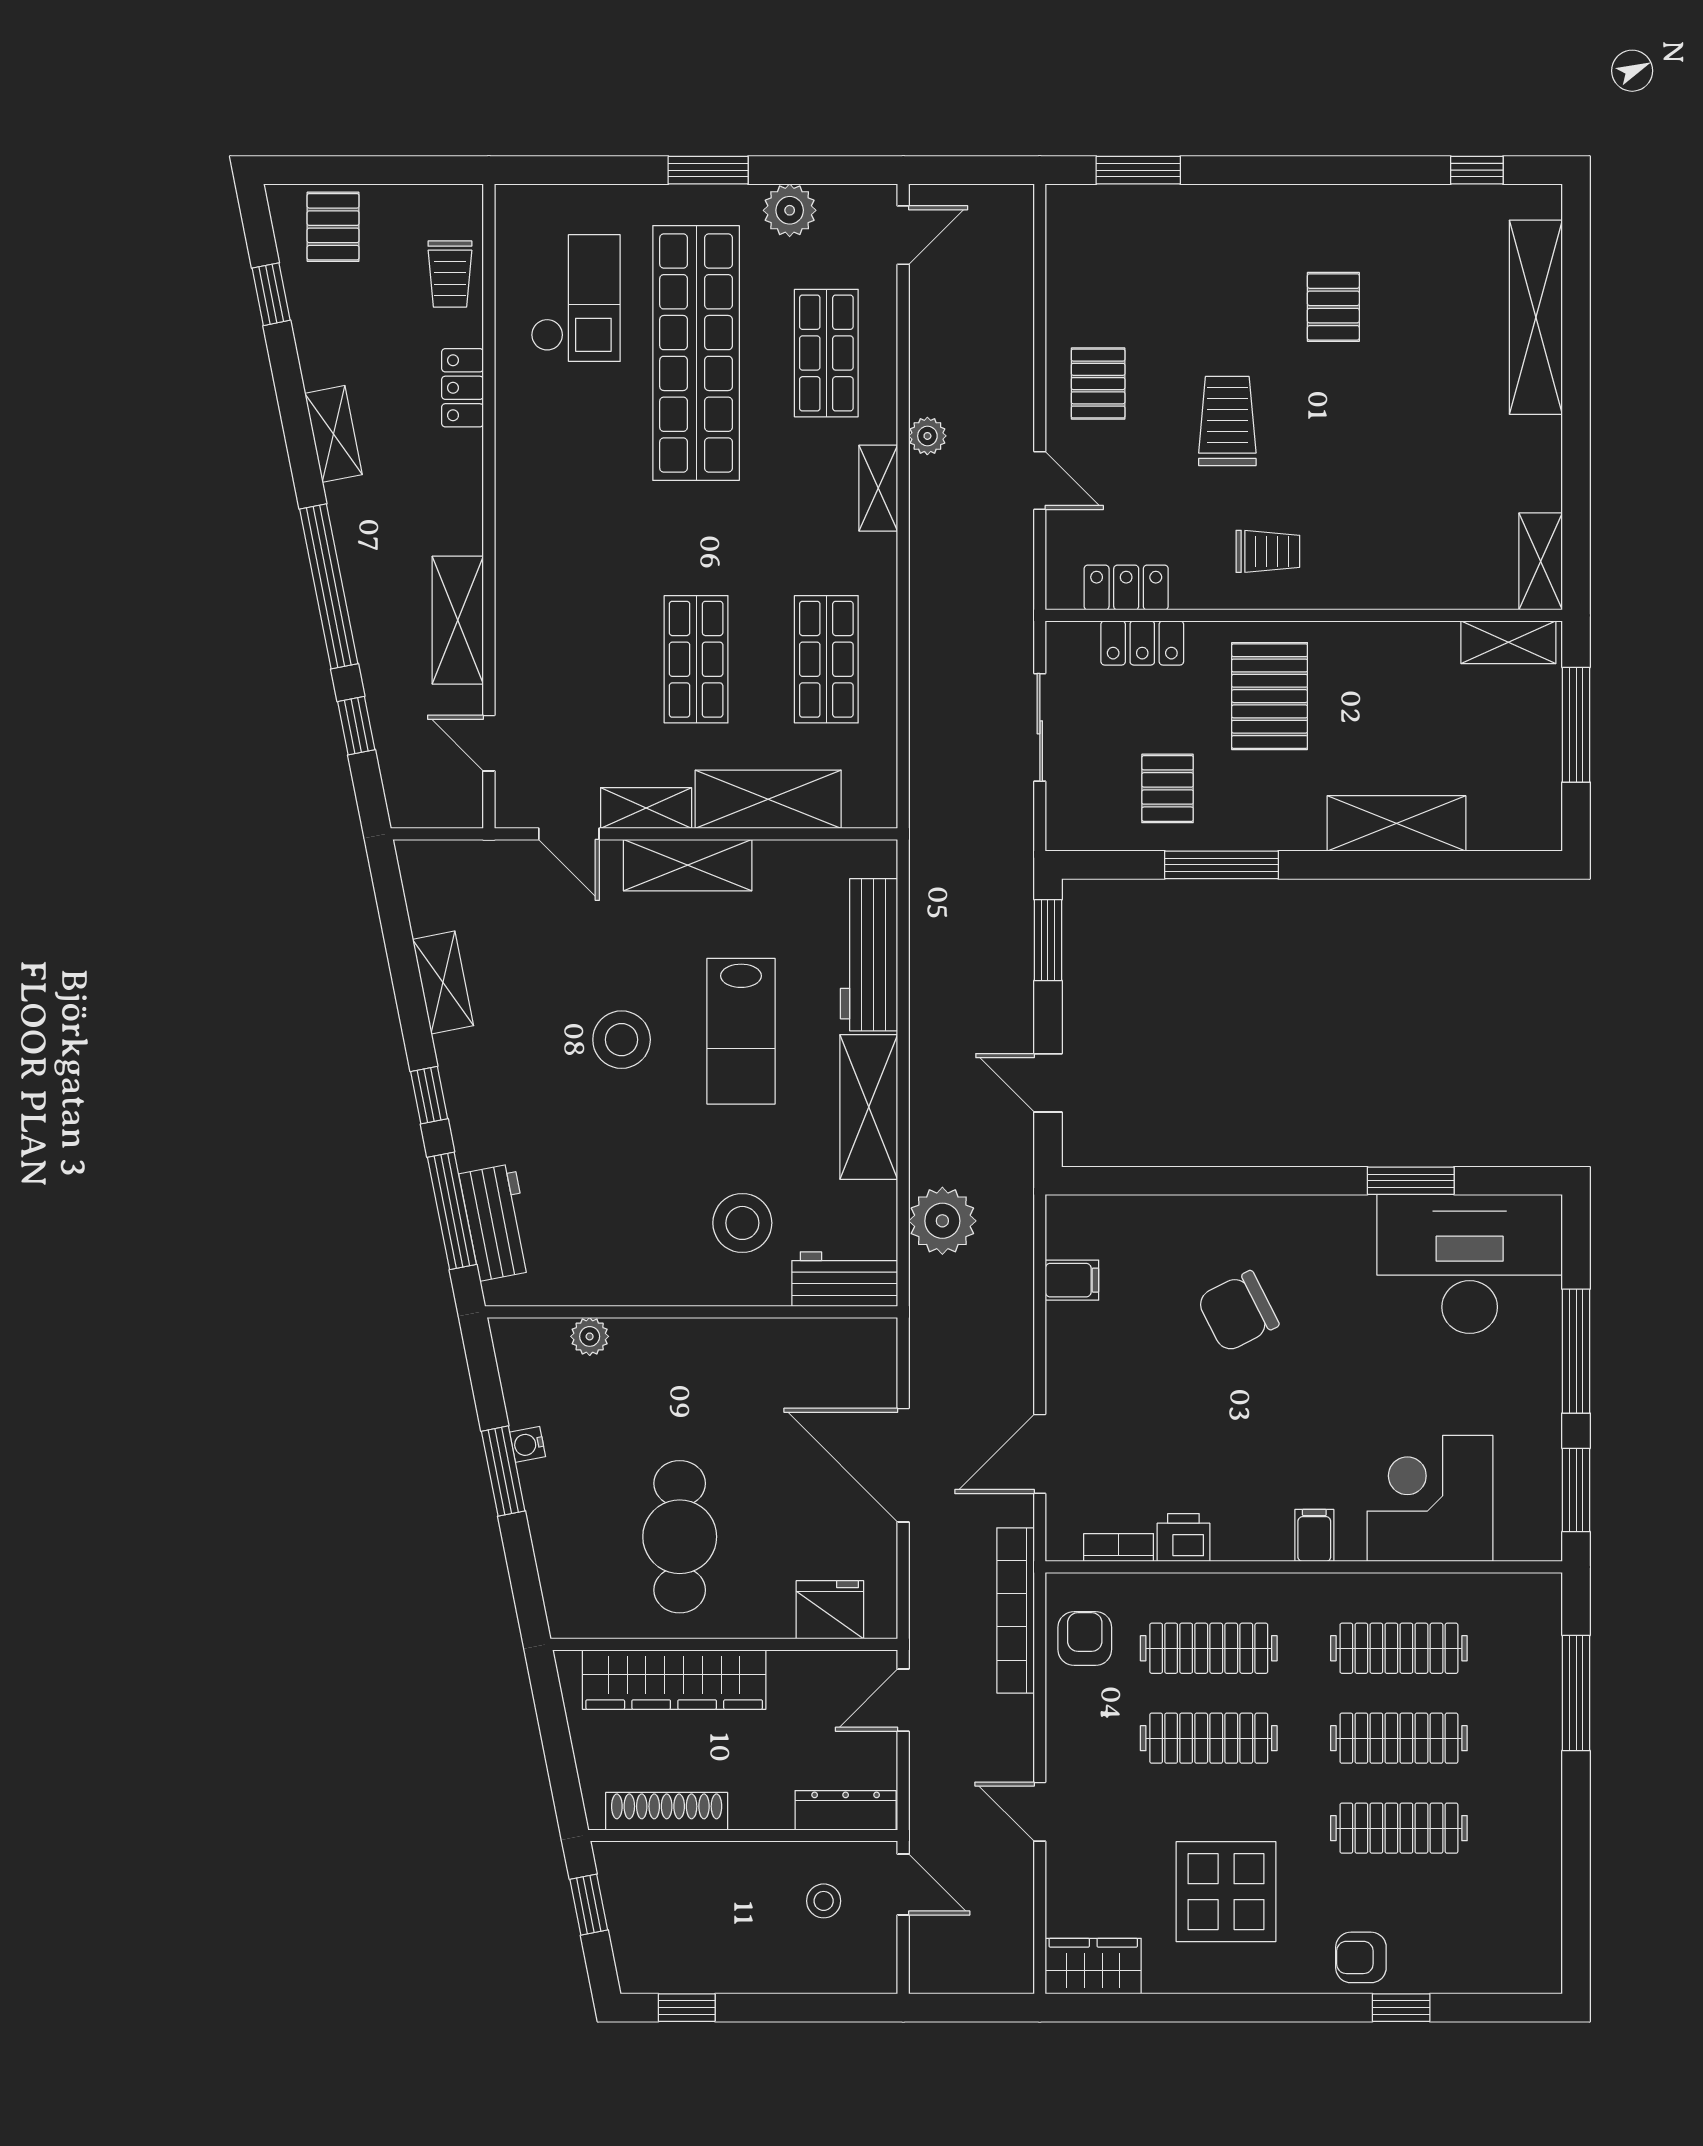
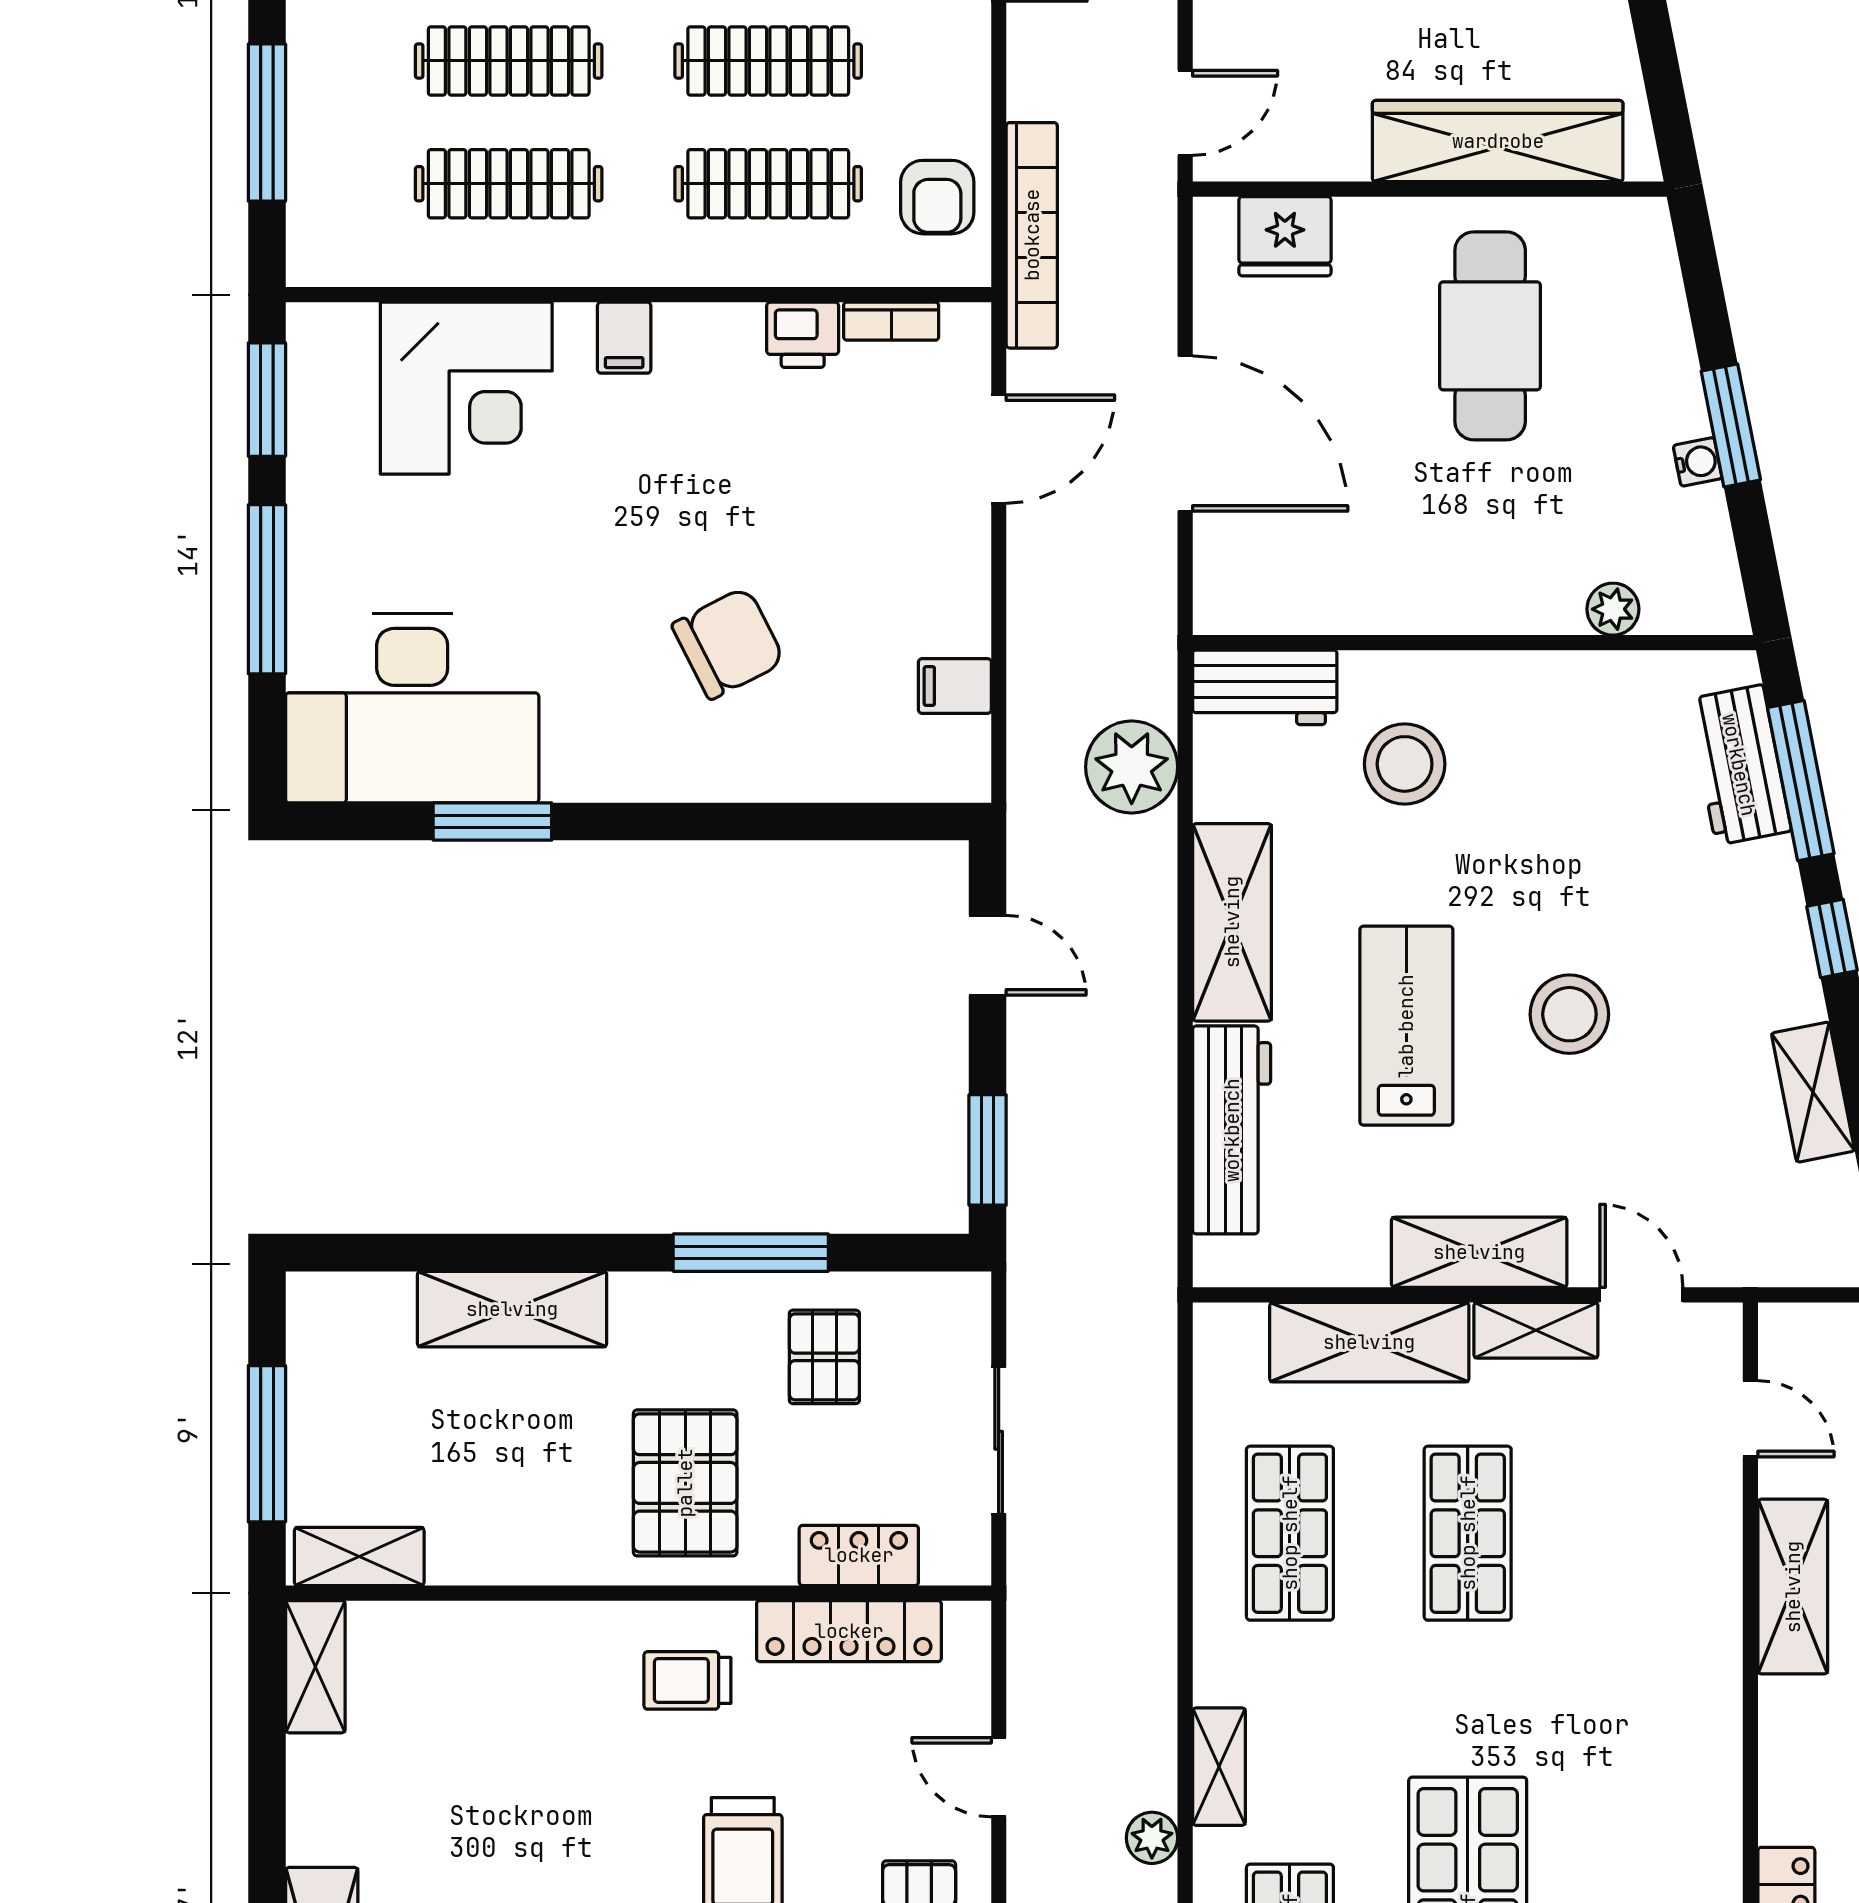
locker: (1126, 588) -> (849, 1631), width x1.53

